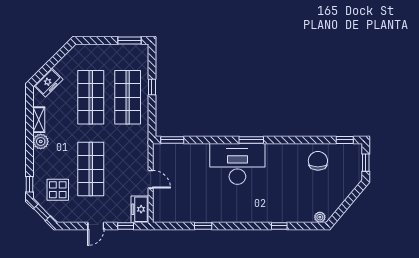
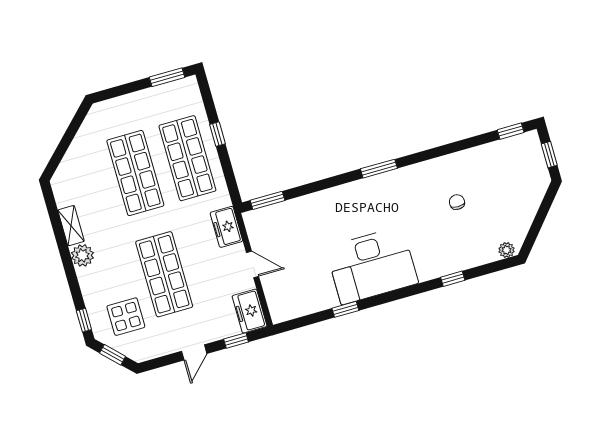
freezer: (48, 83) -> (226, 227), moved, turned 135
chair: (318, 161) -> (457, 202), moved, width x0.54, depth x0.54
desk: (237, 164) -> (372, 265), moved, turned 180

